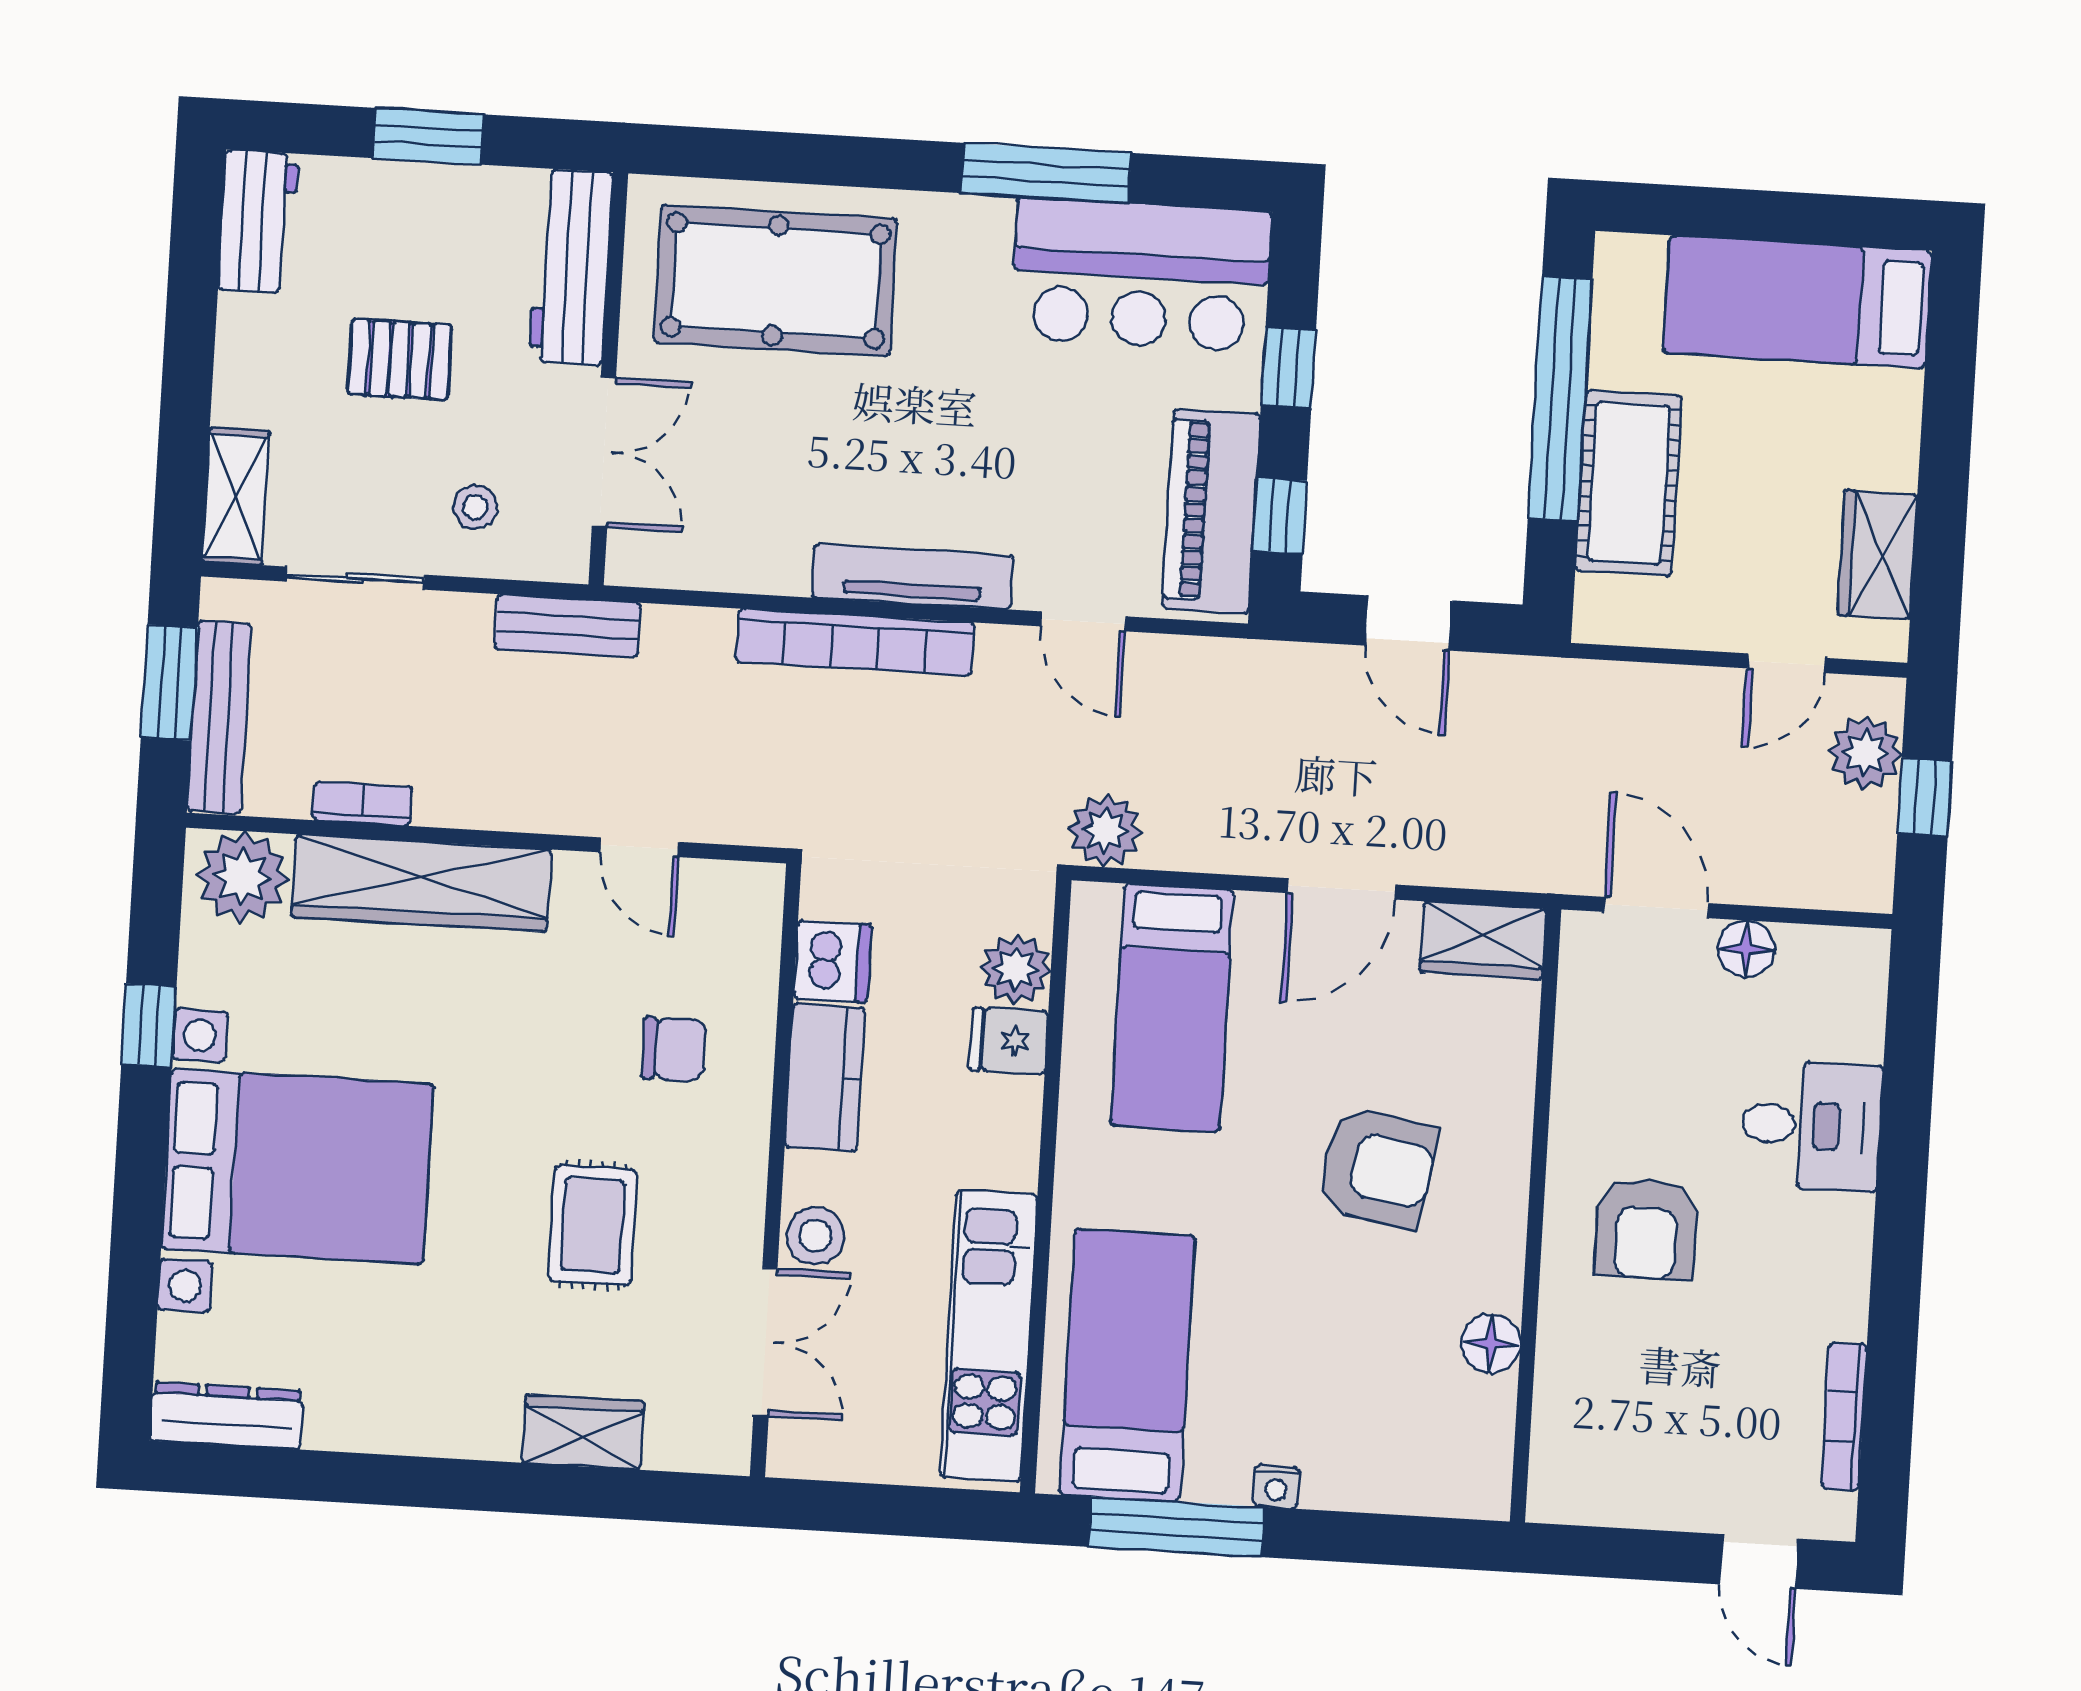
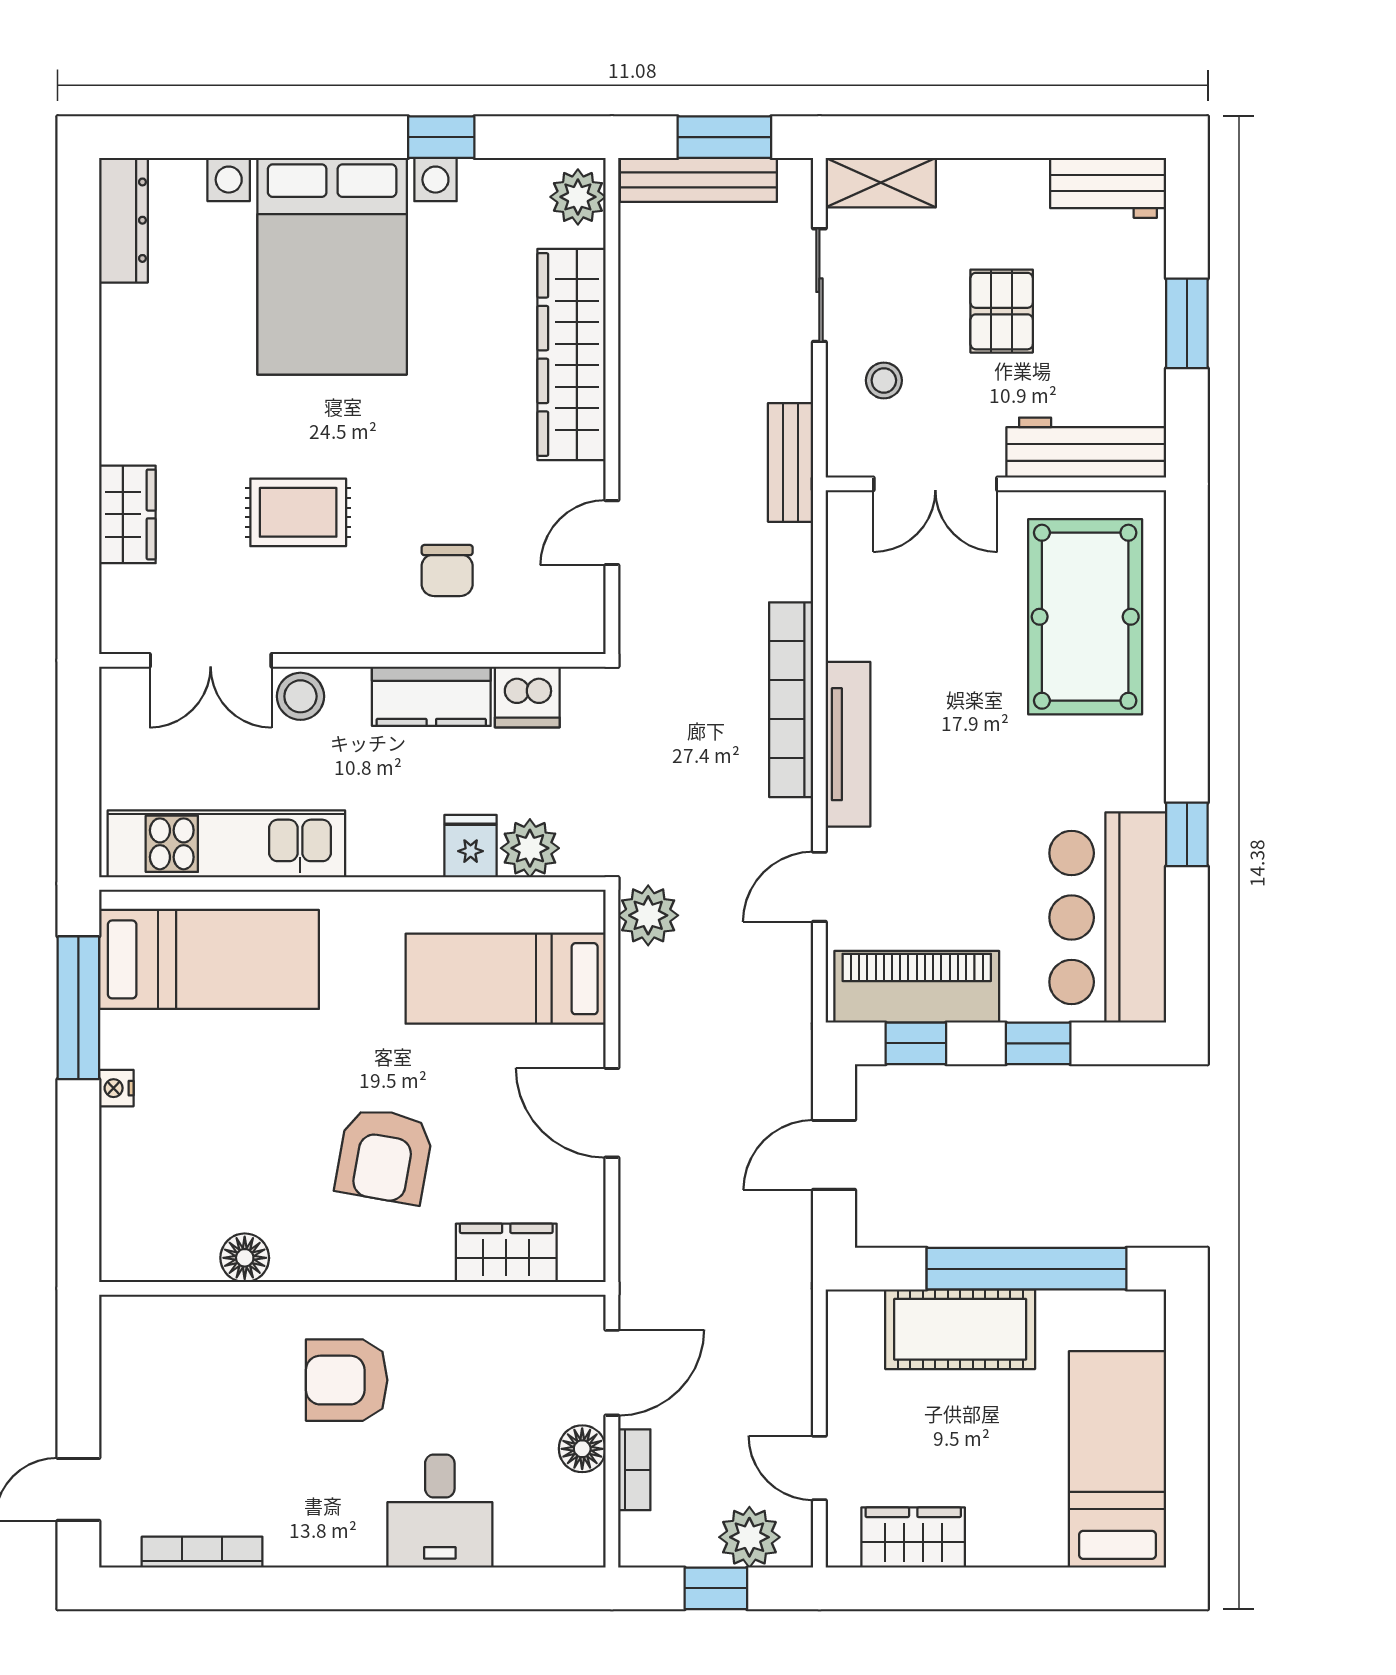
window: (1046, 173) -> (1187, 834), width x0.46
bookcase: (362, 803) -> (634, 1470), moved
plant: (243, 877) -> (578, 197), width x0.73, depth x0.73
wardrobe: (1483, 940) -> (506, 1253), moved, turned 90

